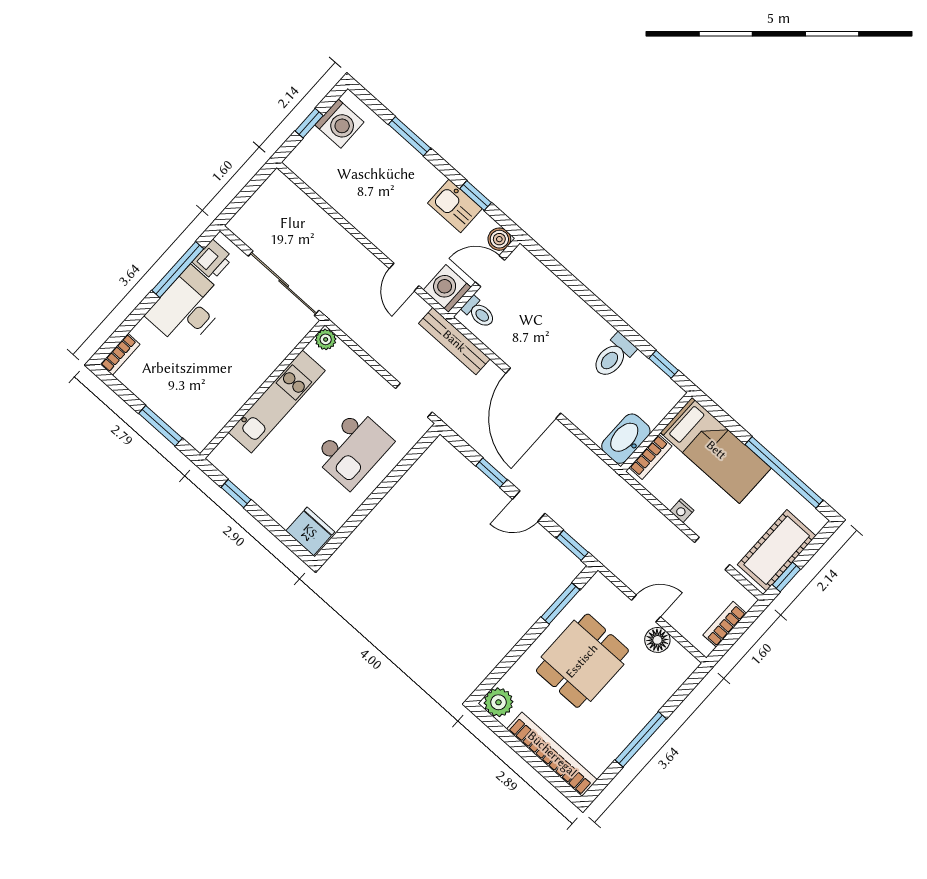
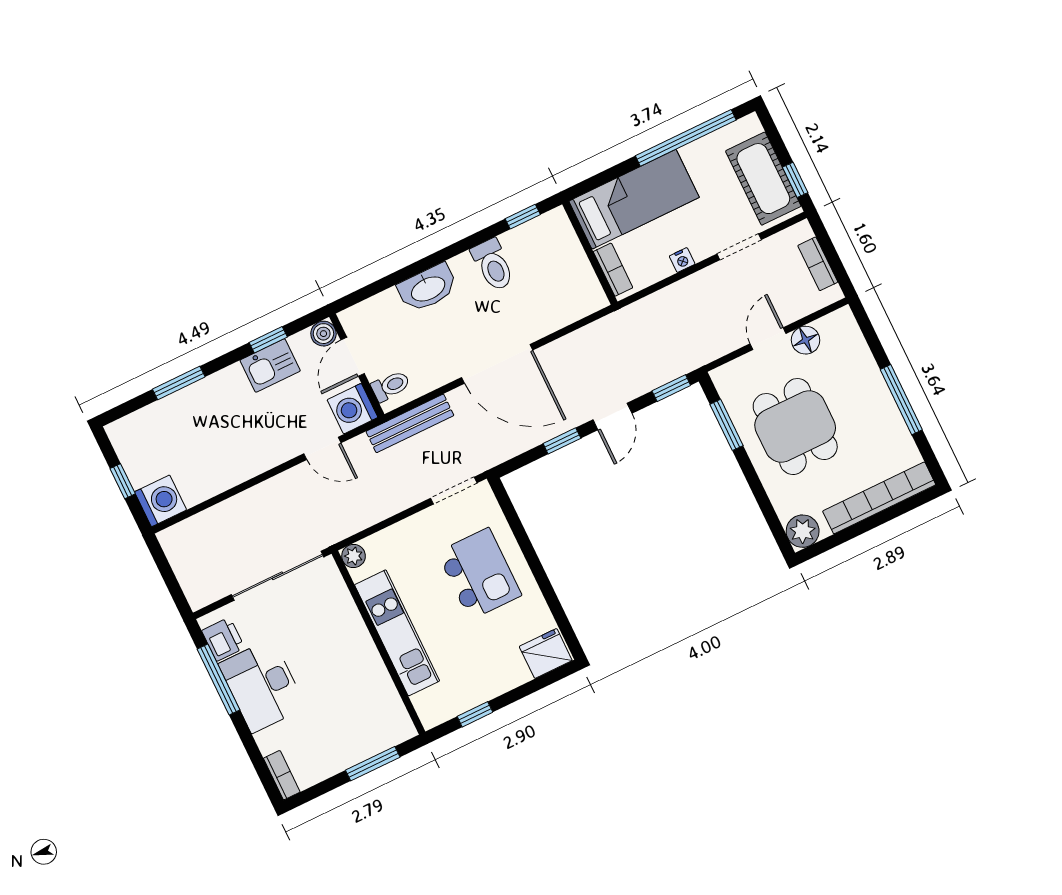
washing machine: (339, 124) -> (161, 501), moved
washbasin: (626, 439) -> (428, 288), moved, turned -90

